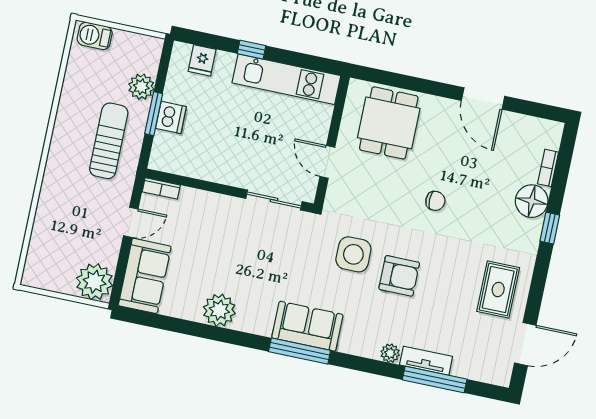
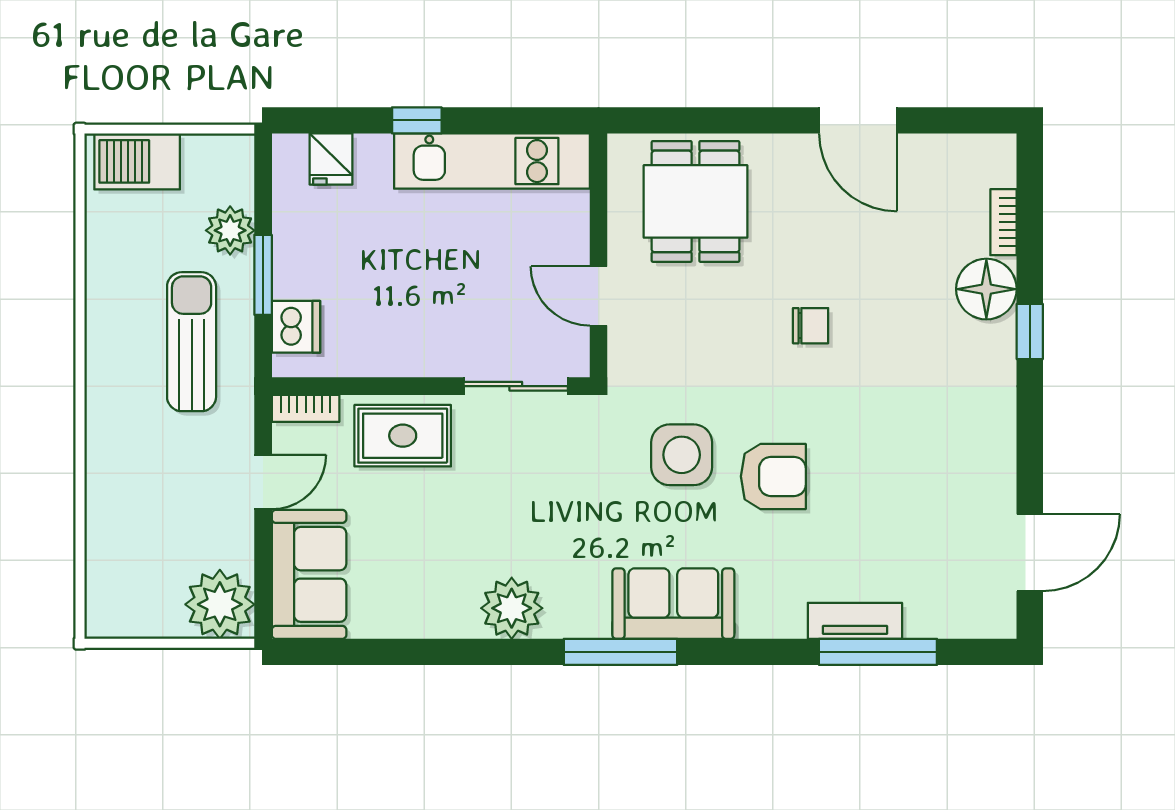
barbecue: (95, 36) -> (137, 161), width x1.38, depth x1.27
dishwasher: (171, 117) -> (296, 327), moved
rug: (498, 290) -> (403, 436), moved, turned 90
plant: (219, 310) -> (512, 608), moved
sofa: (307, 326) -> (673, 604), moved
plant: (390, 353) -> (787, 621), removed

